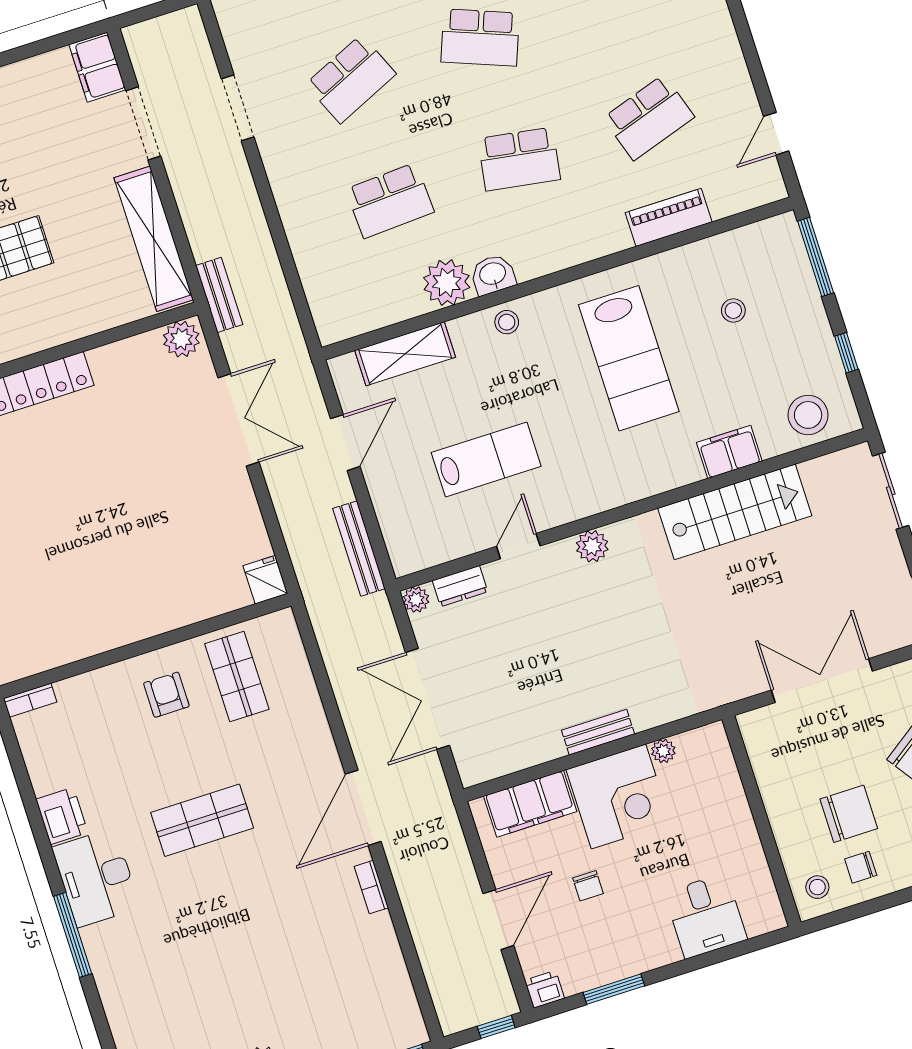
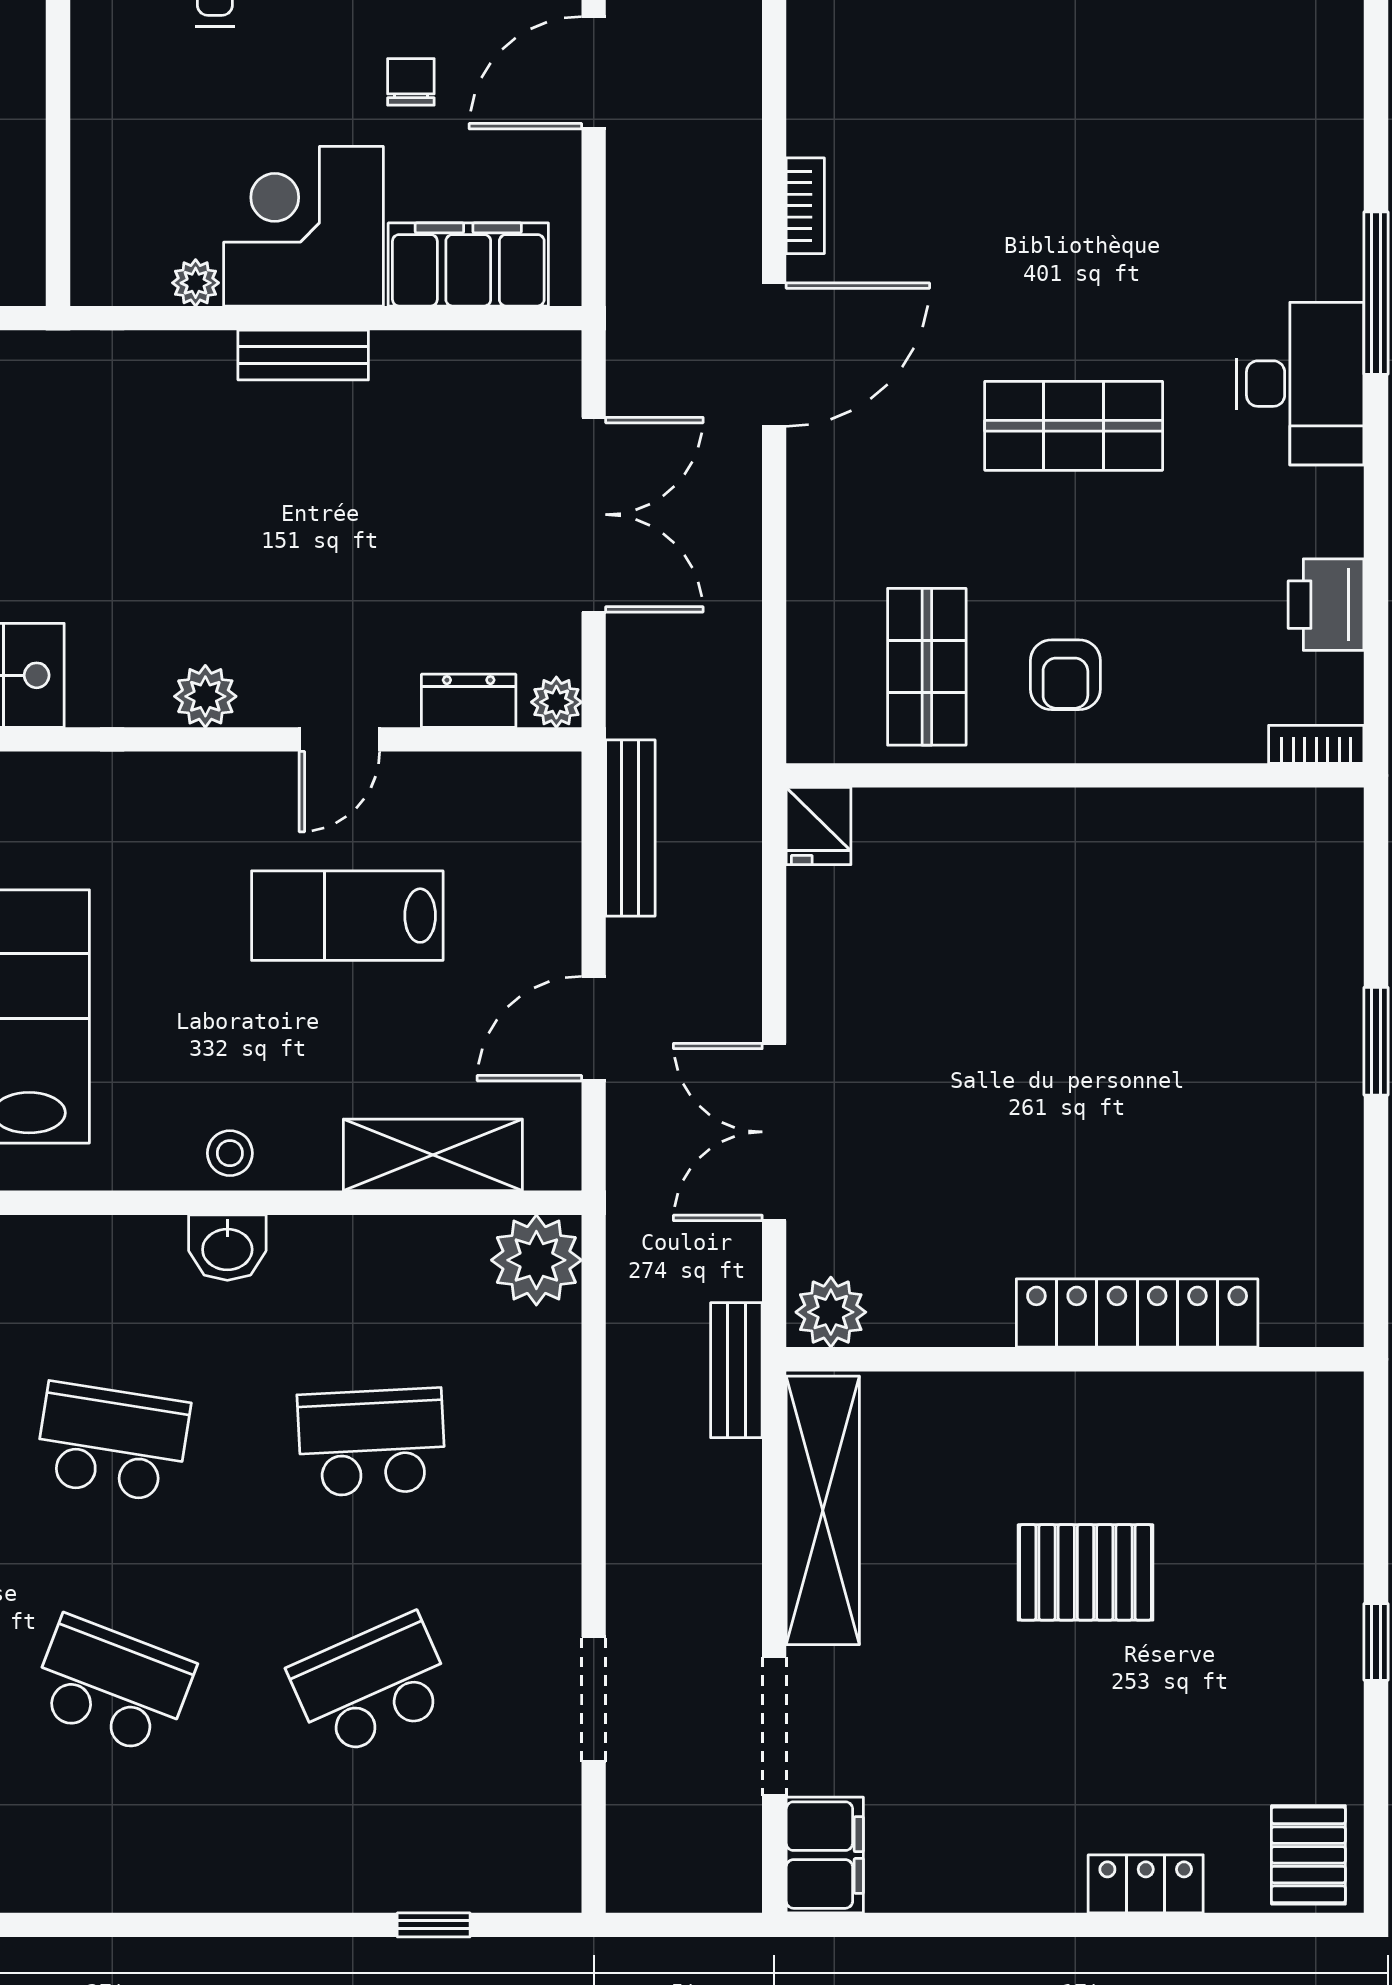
plant: (447, 283) -> (536, 1260), moved
printer: (62, 816) -> (1326, 605), moved

